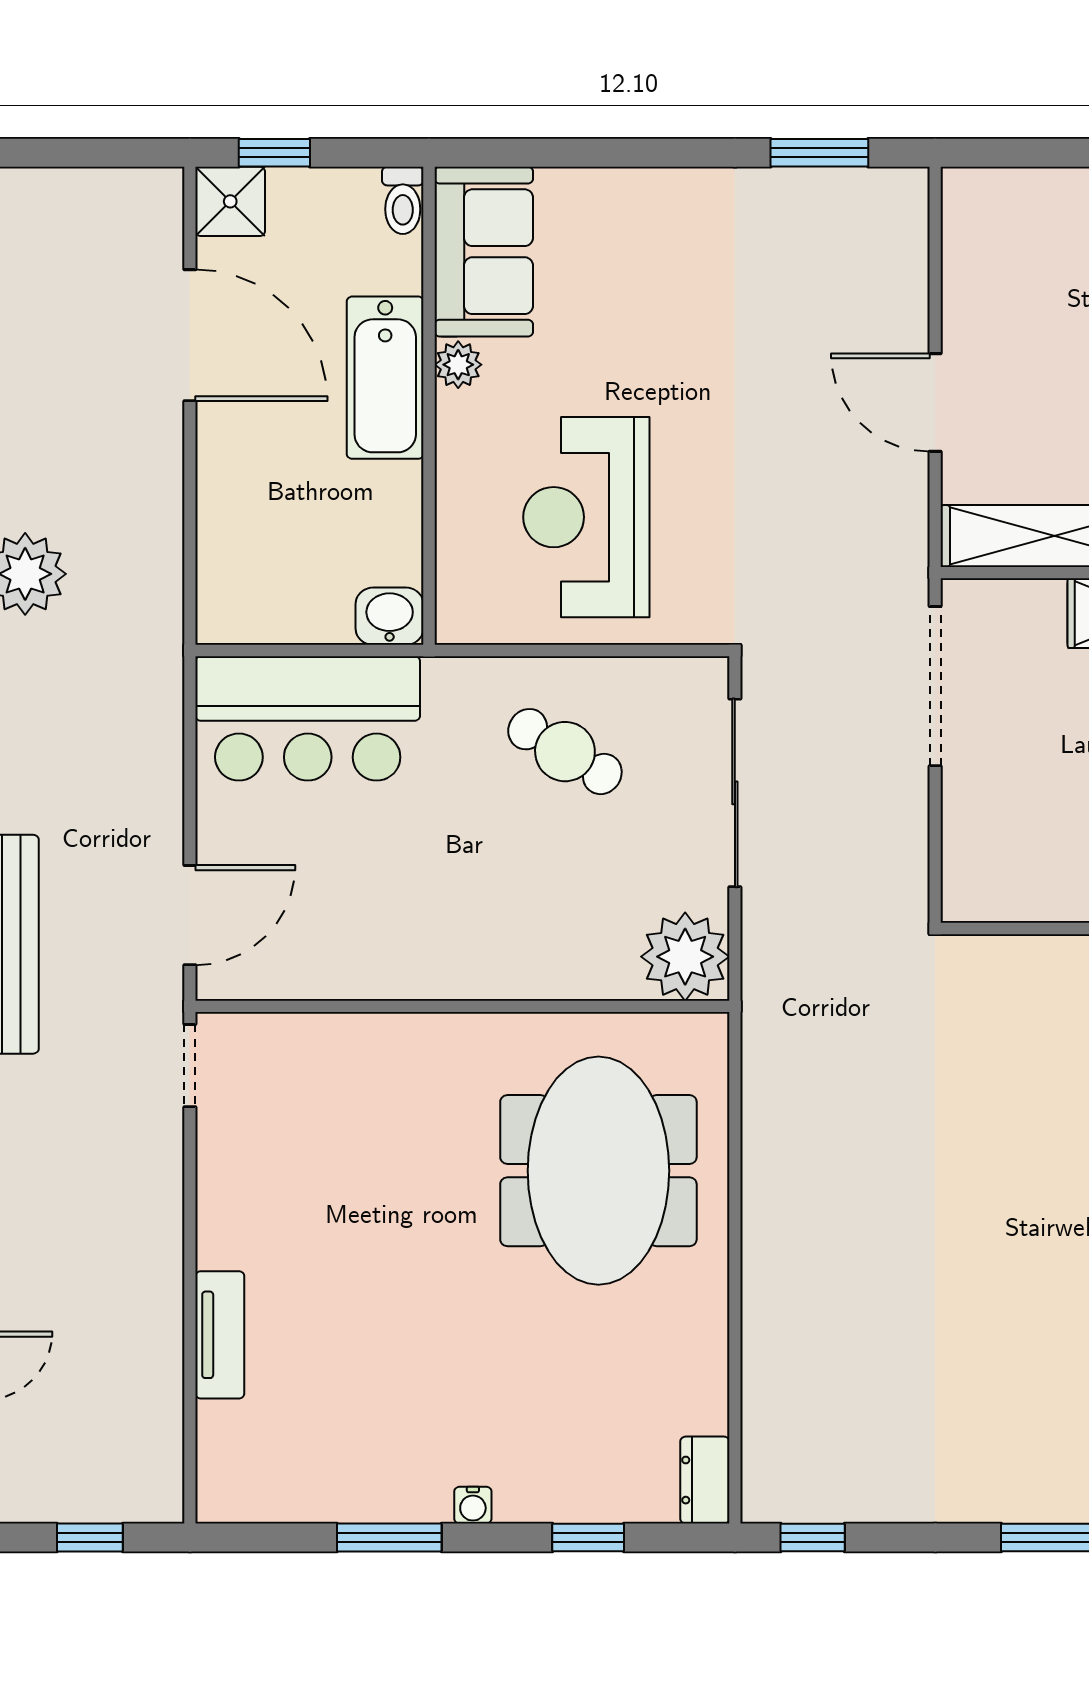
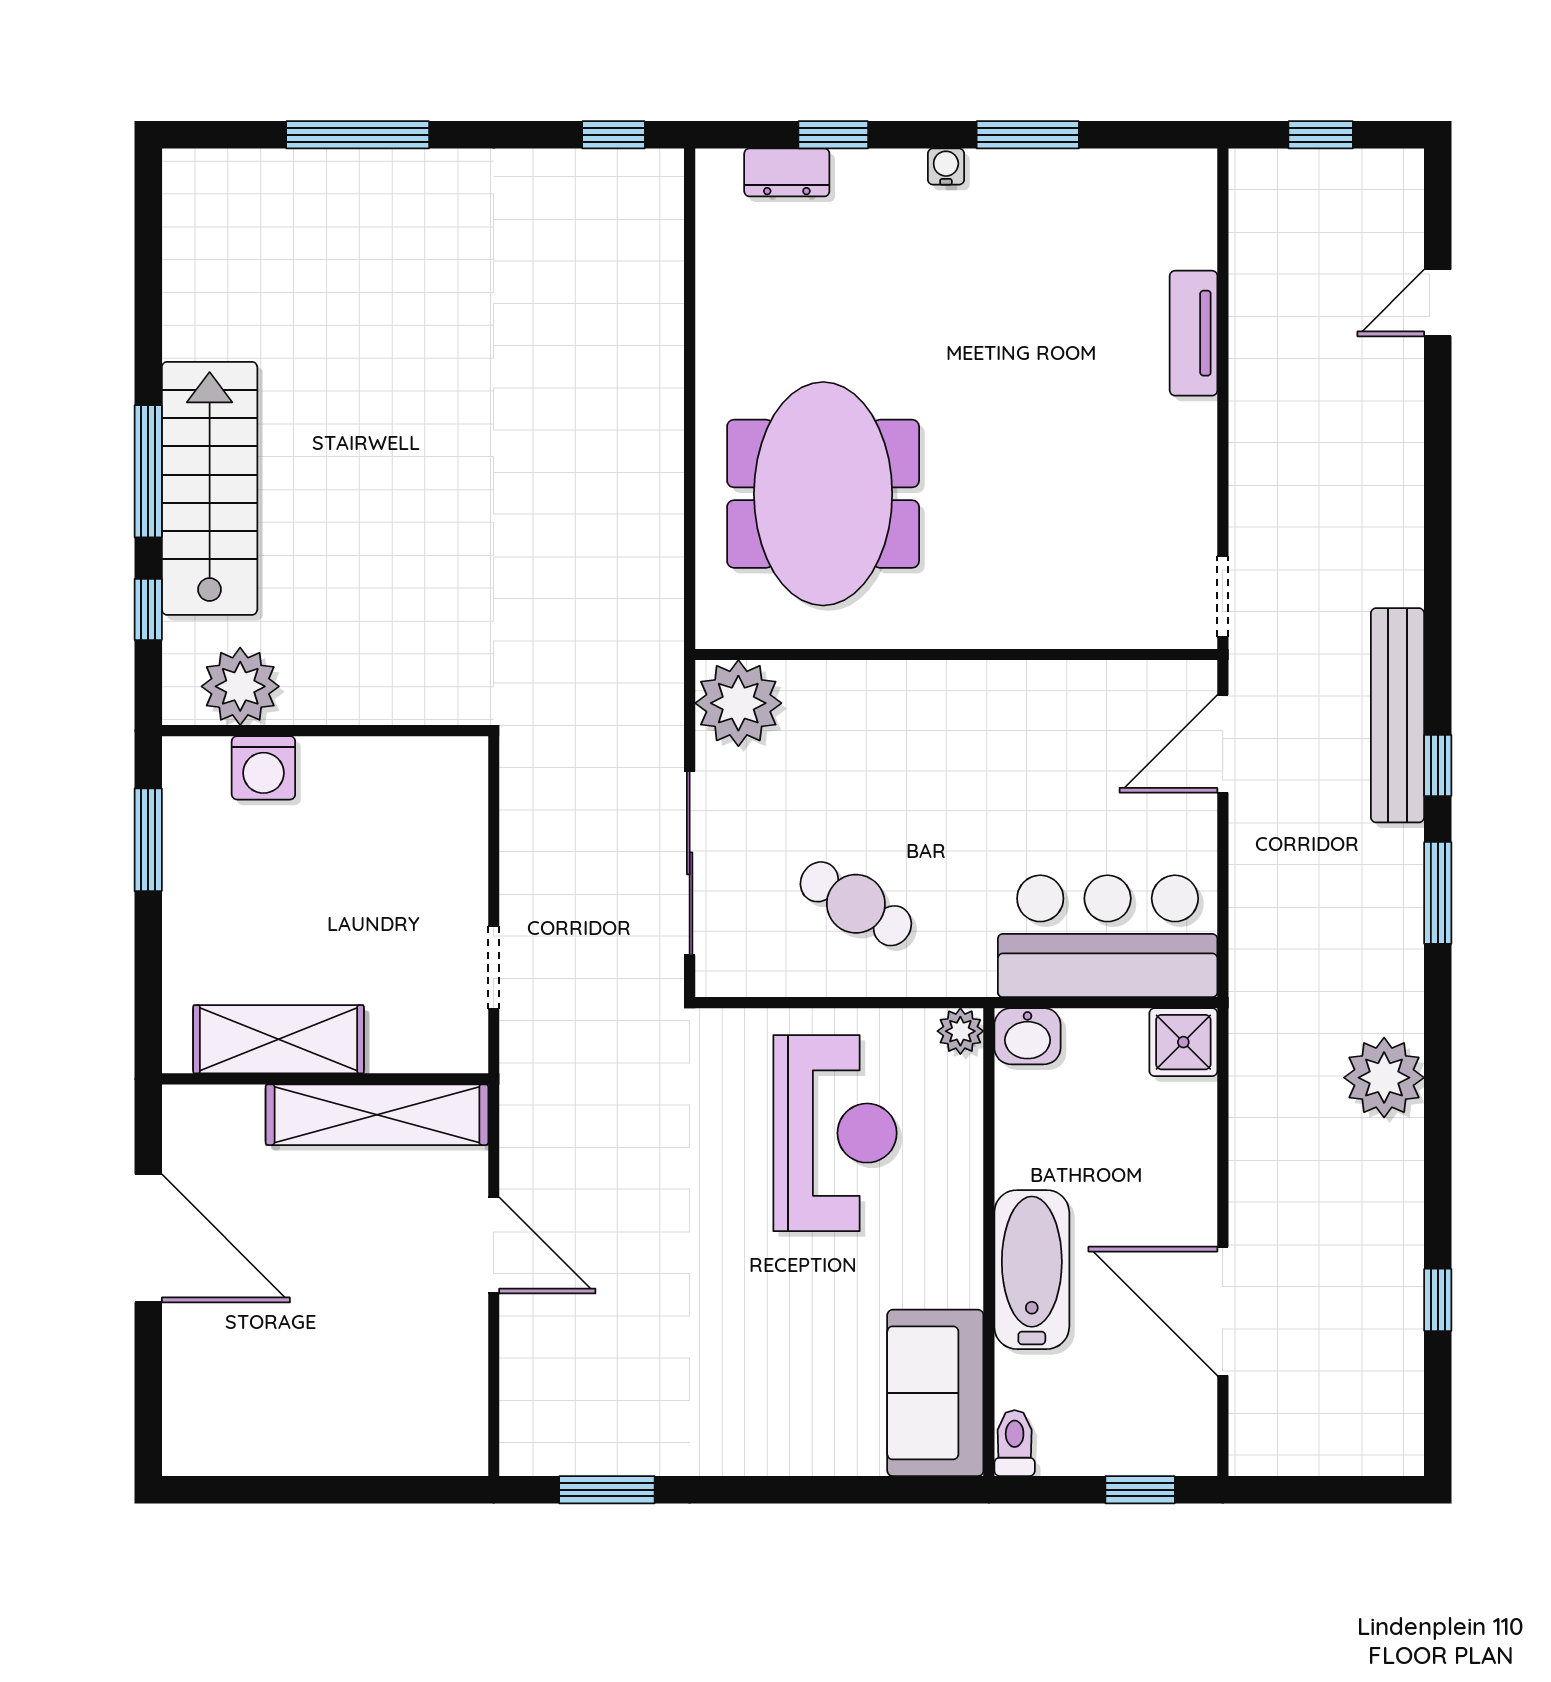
shower: (230, 201) -> (1183, 1042), moved
plant: (458, 365) -> (960, 1031), moved
doorway: (935, 686) -> (494, 968), width x0.53
dresser: (705, 1480) -> (787, 172), moved, turned 90

